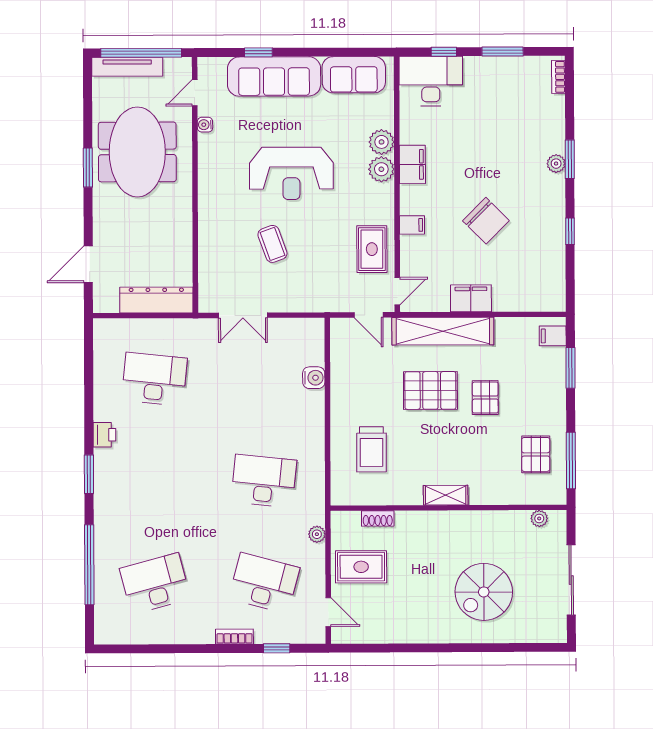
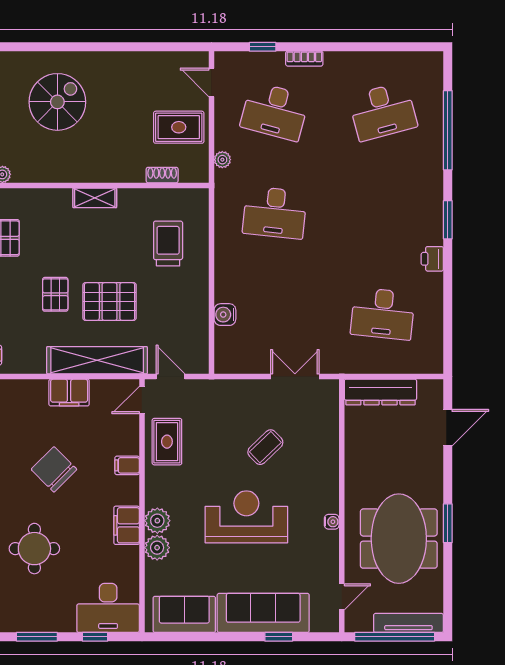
water cooler: (205, 125) -> (332, 522), moved
round table: (505, 141) -> (34, 549), added
coffee table: (272, 244) -> (265, 447), turned 66

